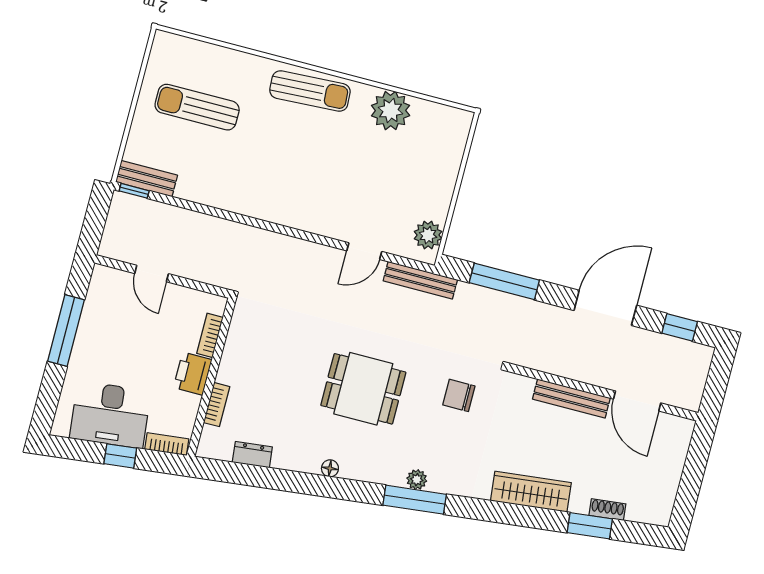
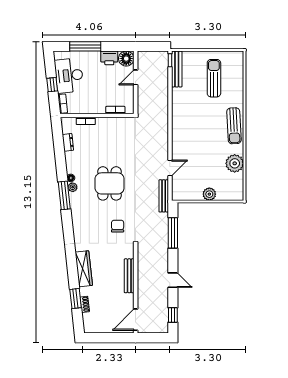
bench: (146, 179) -> (177, 69), width x1.36
plant: (428, 235) -> (209, 194), moved
door: (364, 251) -> (170, 168), swing flipped
floor lamp: (106, 283) -> (126, 59), added
door: (605, 308) -> (173, 280), width x0.53
window: (66, 330) -> (85, 46), moved
printer: (193, 374) -> (109, 58), moved, turned 180
door: (637, 401) -> (136, 320), moved
plant: (417, 480) -> (73, 187), moved
window: (415, 500) -> (64, 195), moved

